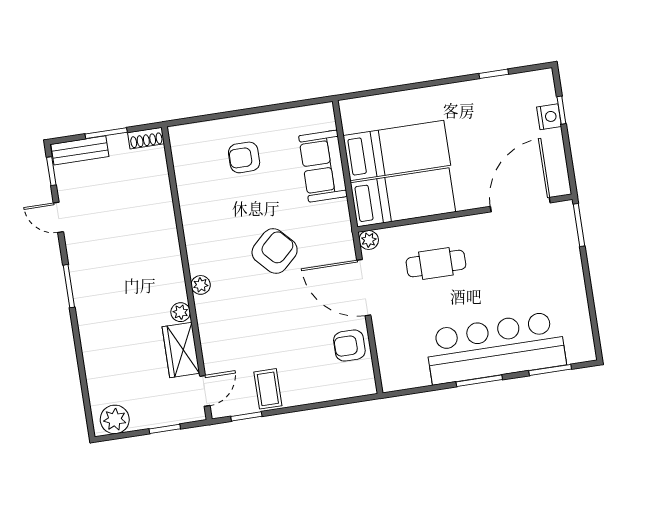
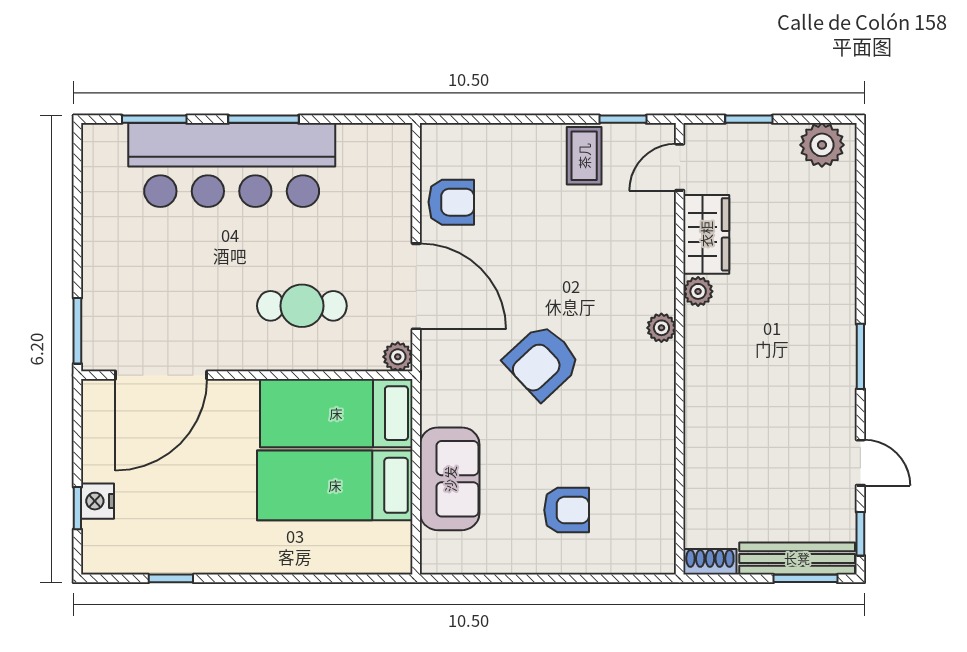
window: (106, 133) -> (805, 578), moved
bench: (80, 150) -> (797, 558), width x1.36

